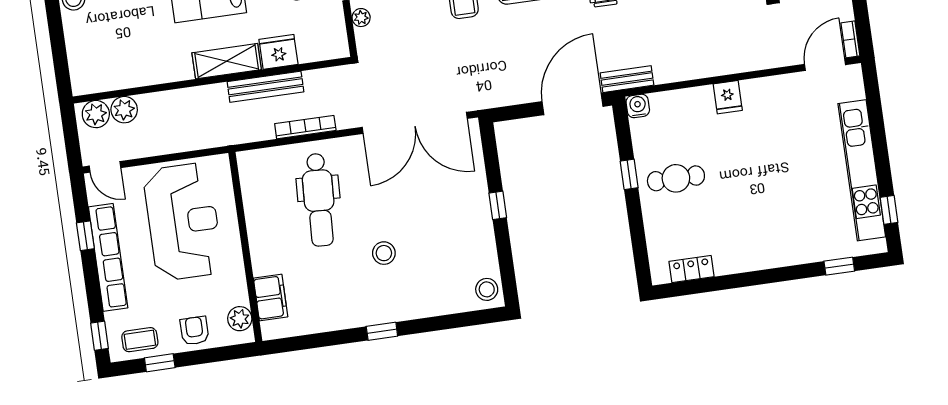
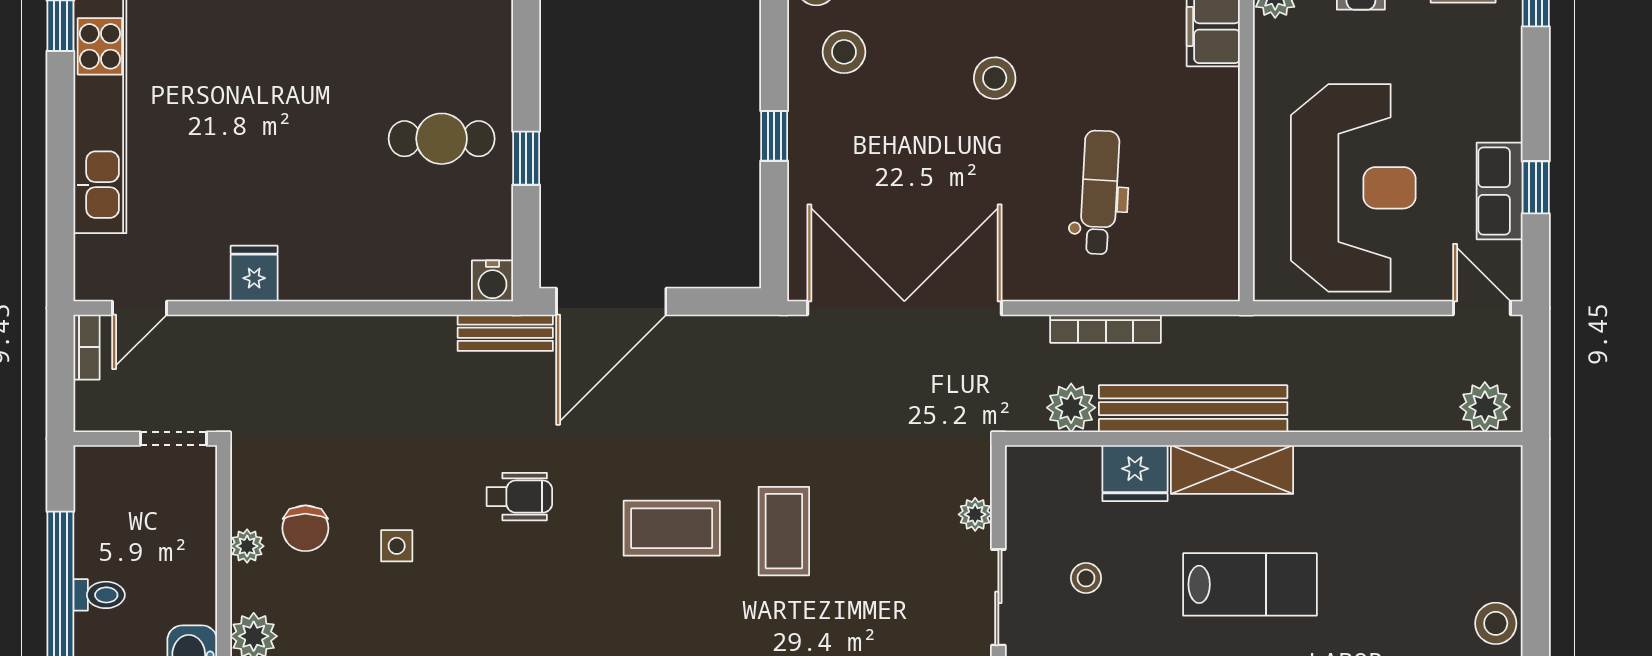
door: (825, 64) -> (140, 308), width x0.73
bench: (265, 87) -> (1193, 409), width x1.37, depth x1.21
fridge: (728, 97) -> (254, 274), moved
plant: (124, 110) -> (1071, 408), moved
dental chair: (319, 200) -> (1099, 192), width x0.73, depth x0.72
reception desk: (183, 222) -> (1353, 188), turned 180
stool: (467, 256) -> (844, 52), added
row of seats: (108, 257) -> (1500, 191), width x0.50

